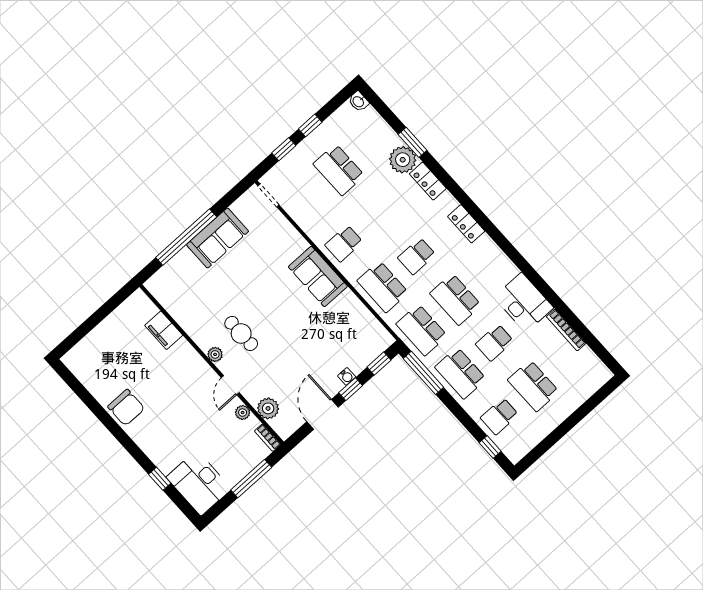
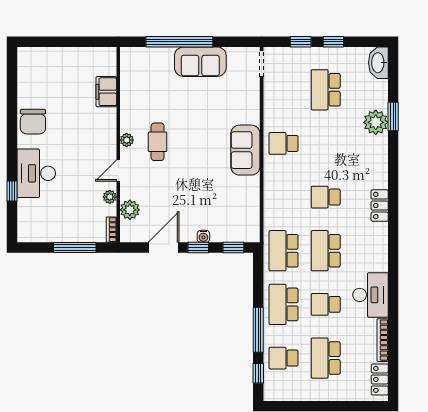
washbasin: (359, 101) -> (378, 63), width x1.91, depth x1.45
locker: (428, 181) -> (380, 379), moved
school desk: (383, 287) -> (284, 197), removed
window: (423, 373) -> (258, 330), moved
desk: (199, 483) -> (36, 173), moved

